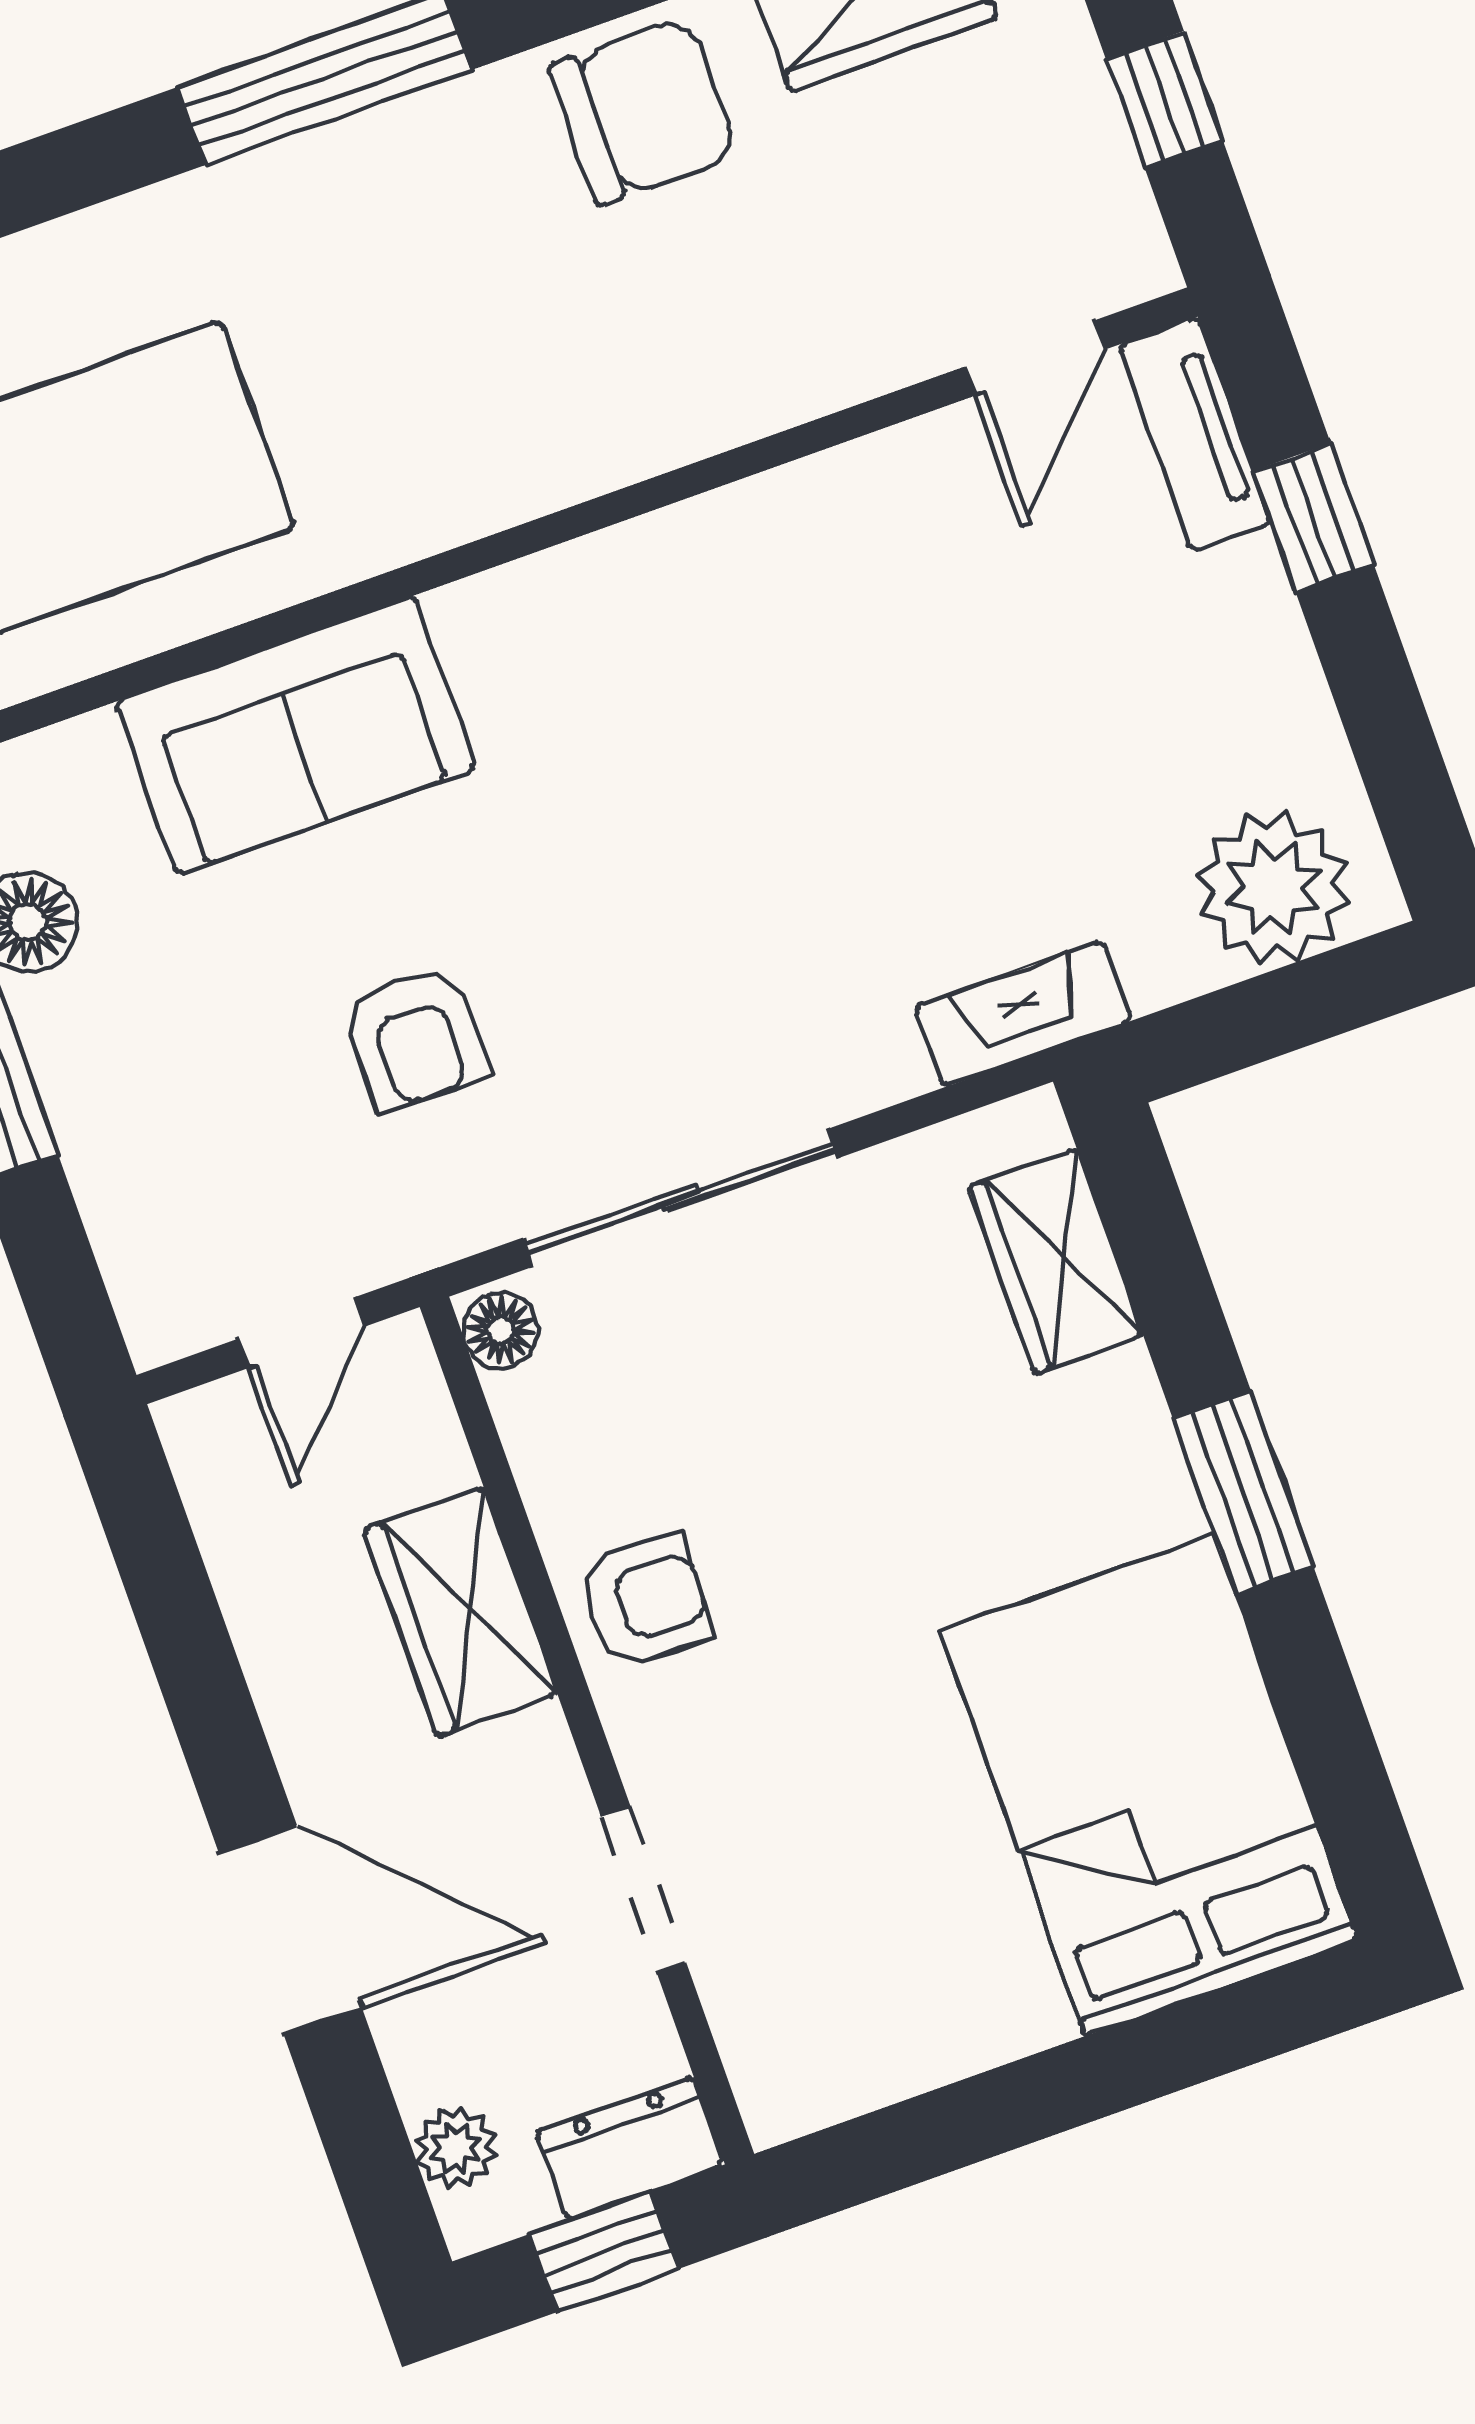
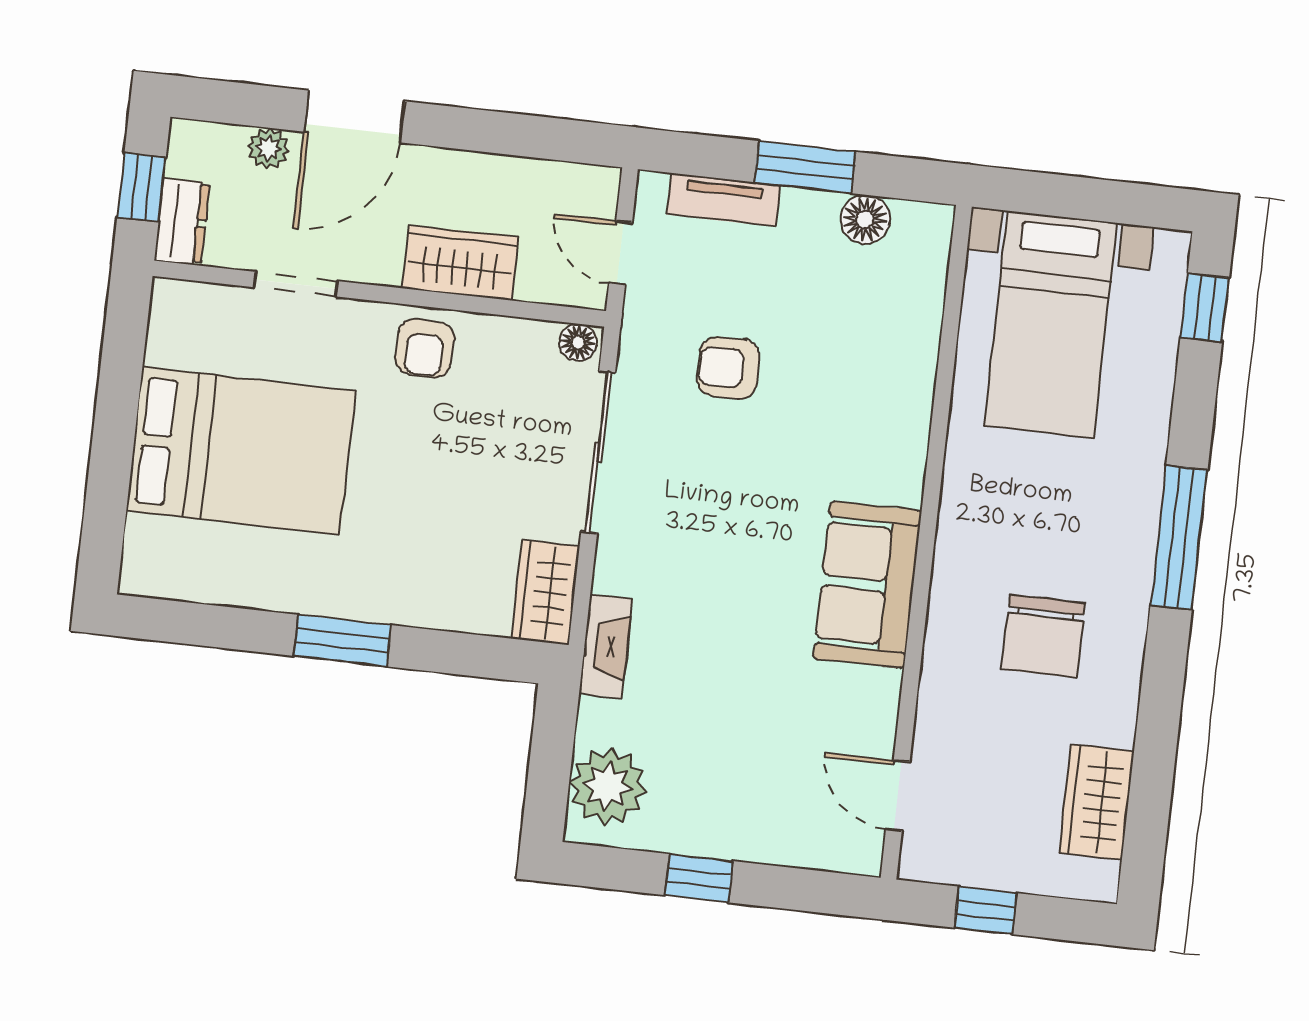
chair: (643, 111) -> (1043, 636), moved
tv unit: (1195, 434) -> (723, 200), moved, turned 180
window: (1313, 518) -> (699, 878), moved
sofa: (296, 735) -> (867, 585), moved
wardrobe: (1056, 1261) -> (546, 593), moved, turned -90
bed: (1149, 1785) -> (241, 451), moved
plant: (456, 2148) -> (268, 148), moved

